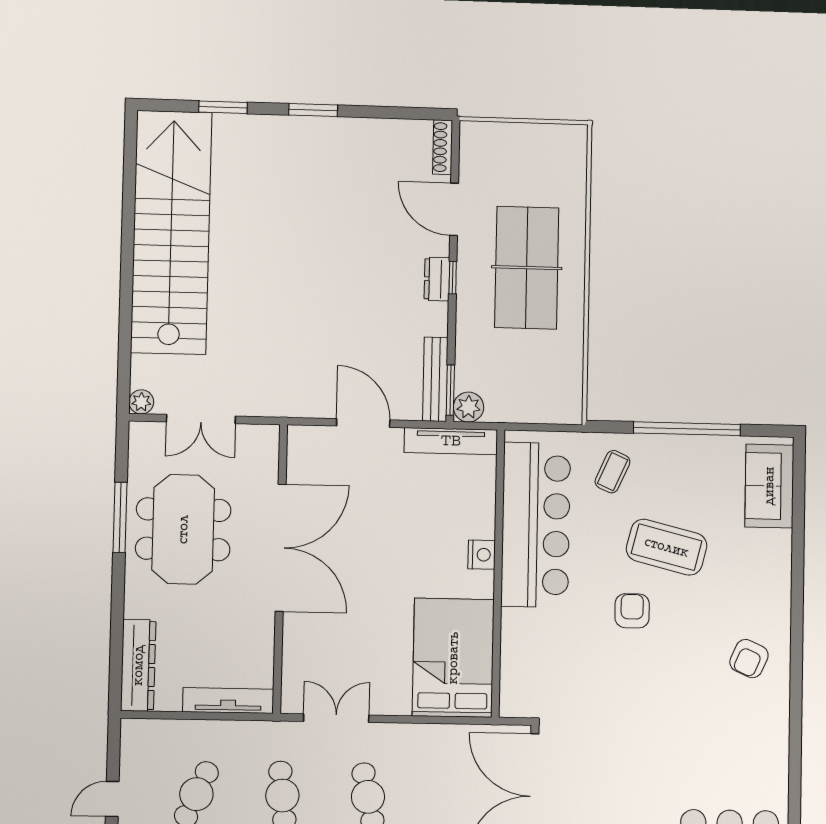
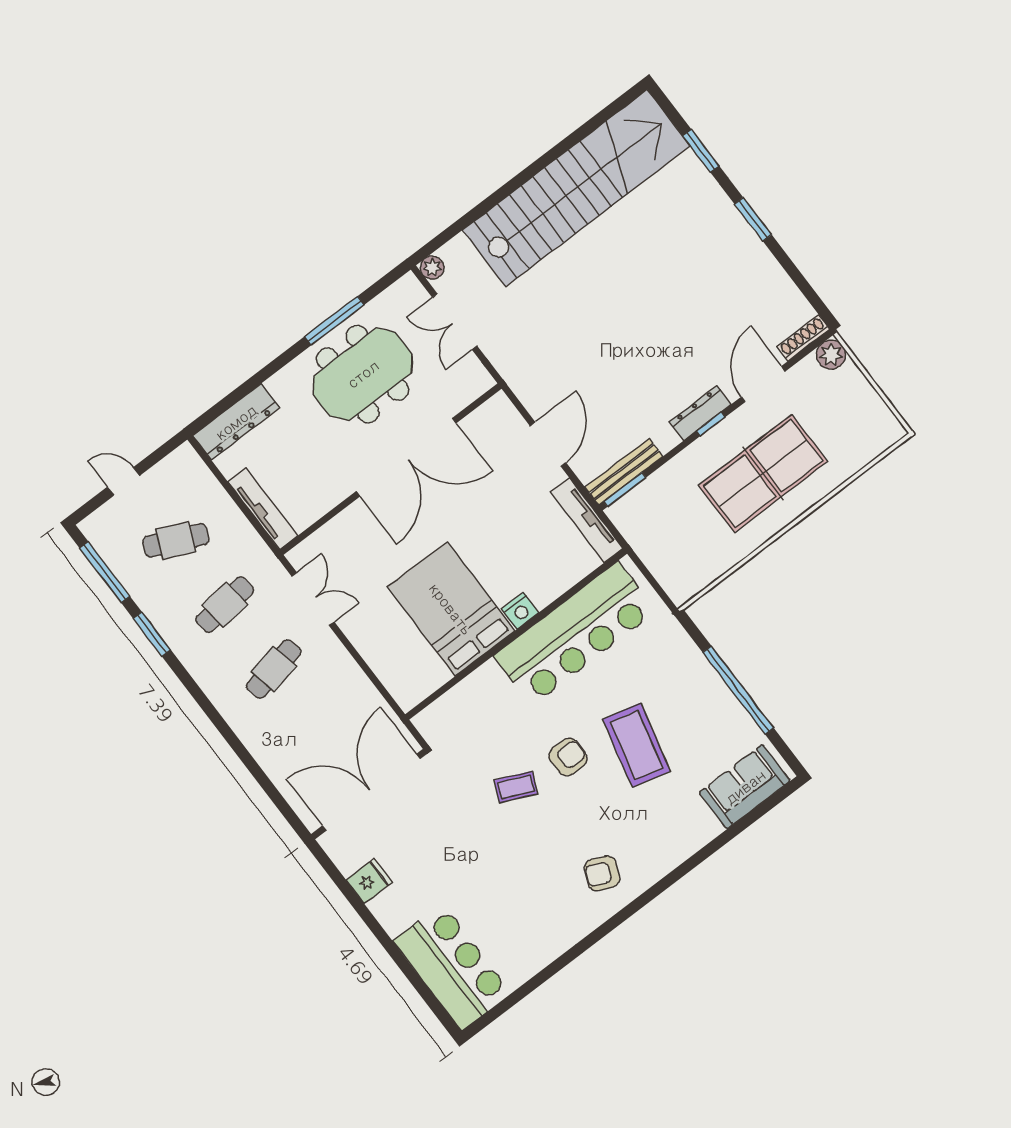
dresser: (437, 279) -> (700, 413), width x1.44
plant: (469, 407) -> (831, 355), moved
coffee table: (612, 472) -> (516, 787), moved
bed: (453, 658) -> (451, 609), moved, turned -90

